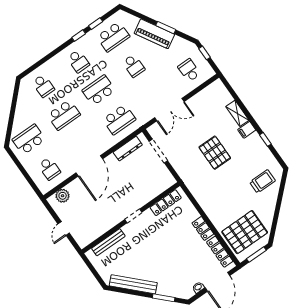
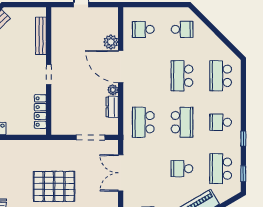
window: (96, 24) -> (243, 174), moved
school desk: (43, 86) -> (221, 76), width x1.85
school desk: (29, 139) -> (182, 29), width x0.54
dresser: (128, 149) -> (112, 107), width x0.70
pallet: (215, 153) -> (54, 186), width x1.37, depth x1.41
plant: (111, 159) -> (113, 90), added
plant: (63, 196) -> (111, 42), moved

